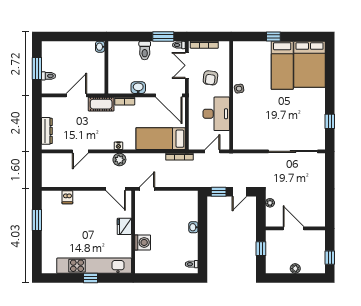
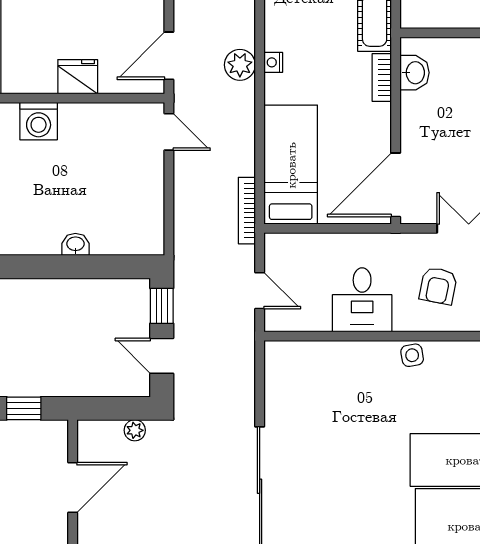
armchair: (210, 78) -> (438, 286), turned -86
washbasin: (138, 88) -> (414, 73), moved
desk: (216, 114) -> (362, 300), width x0.73

